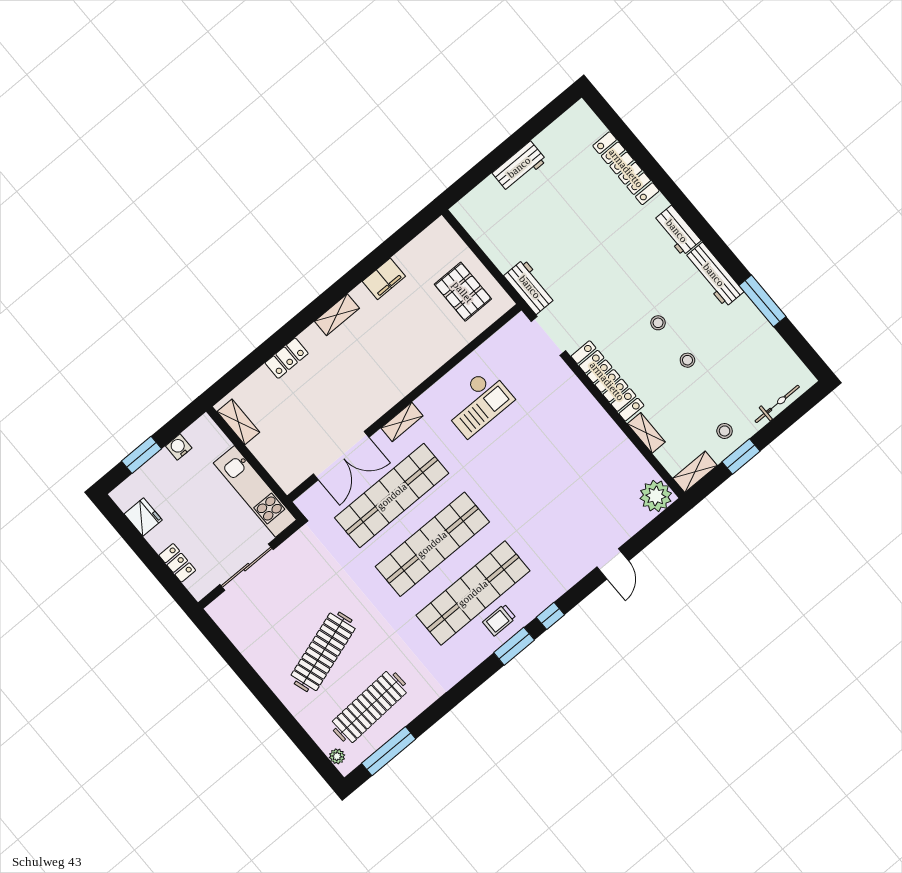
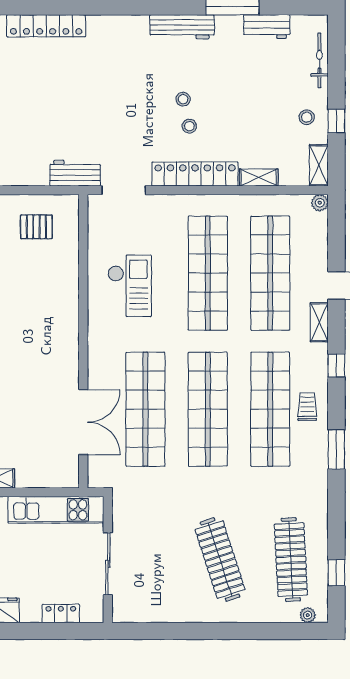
workbench: (677, 231) -> (267, 27), moved
pallet: (463, 292) -> (36, 227), width x0.67, depth x0.71
stool: (687, 360) -> (189, 126), moved
shelving: (402, 422) -> (319, 322), moved
shop shelf: (538, 456) -> (208, 273), added
window: (741, 457) -> (336, 121), width x0.67
plant: (656, 496) -> (320, 203), width x0.53, depth x0.53
shop shelf: (579, 504) -> (270, 273), added
trolley: (499, 620) -> (307, 406), turned 180
window: (514, 646) -> (336, 450), moved
window: (389, 751) -> (336, 573), width x0.46

